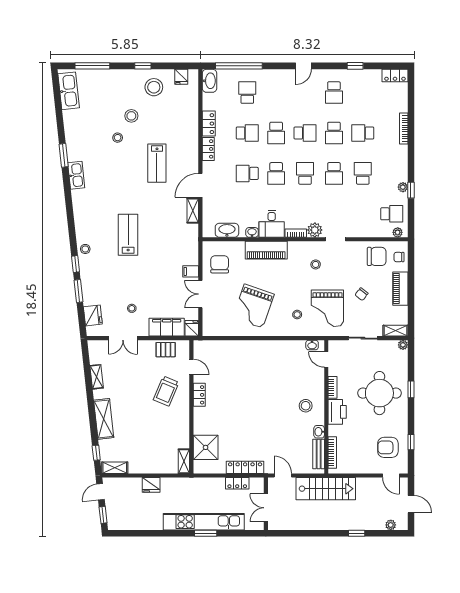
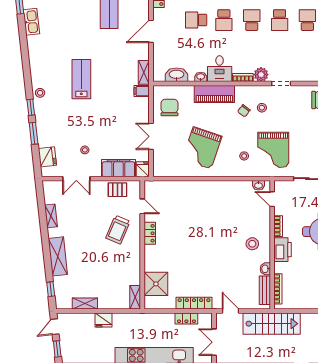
shelving: (193, 211) -> (144, 72), moved
filing cabinet: (191, 271) -> (142, 91), moved
chair: (361, 294) -> (244, 111), moved
shelving: (115, 468) -> (85, 304), moved

